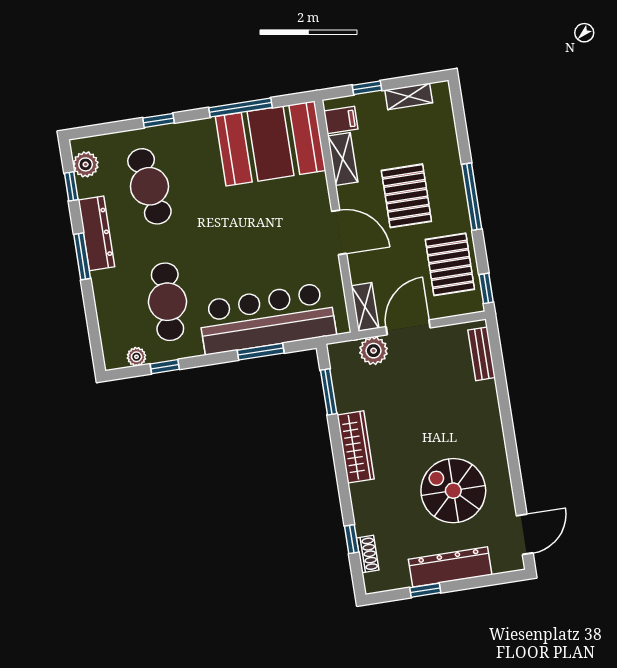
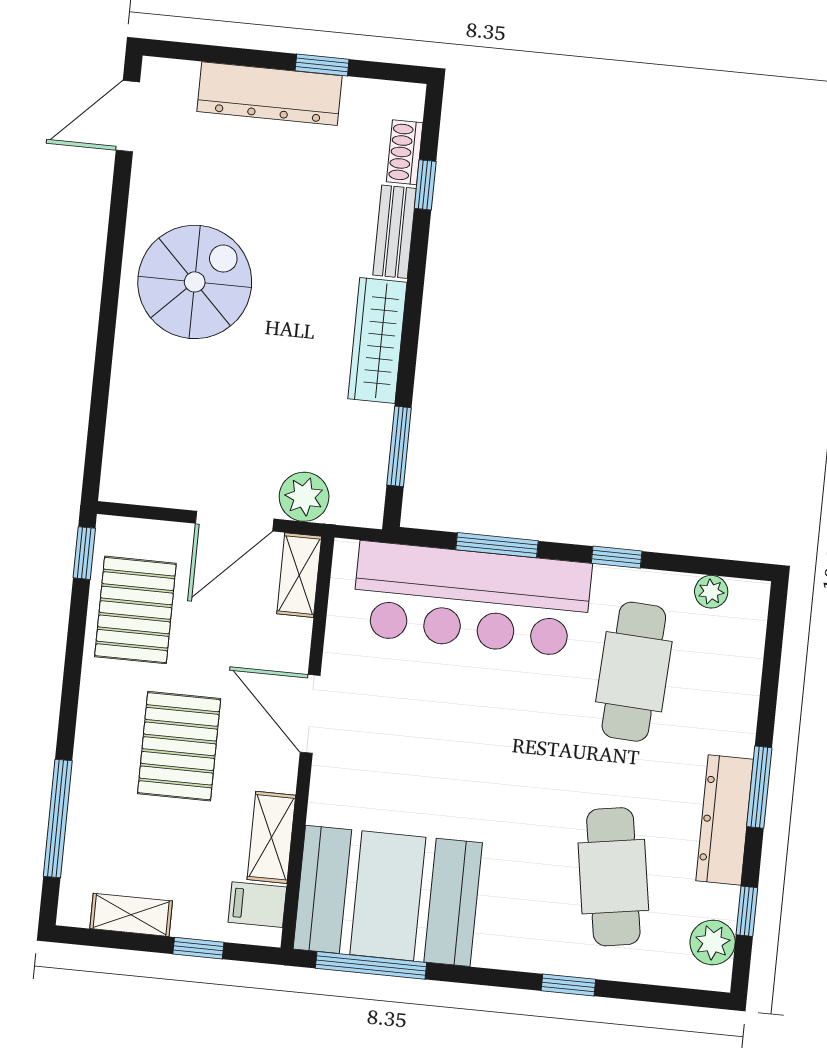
window: (241, 108) -> (371, 965), moved
window: (472, 197) -> (58, 819), moved
bench: (482, 354) -> (395, 232), moved
window: (165, 367) -> (617, 557), moved
spiral stairs: (453, 491) -> (195, 282), moved, turned -90

